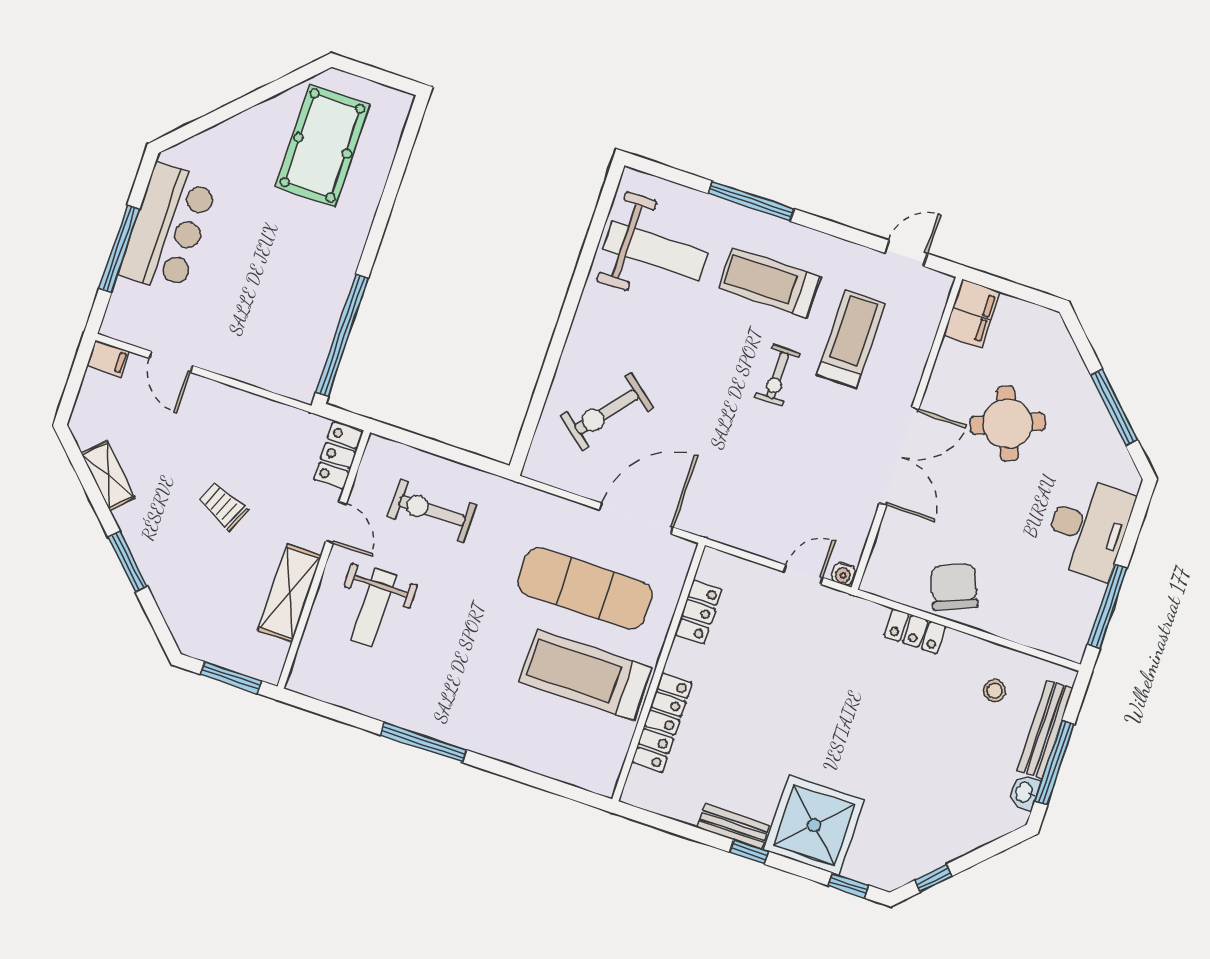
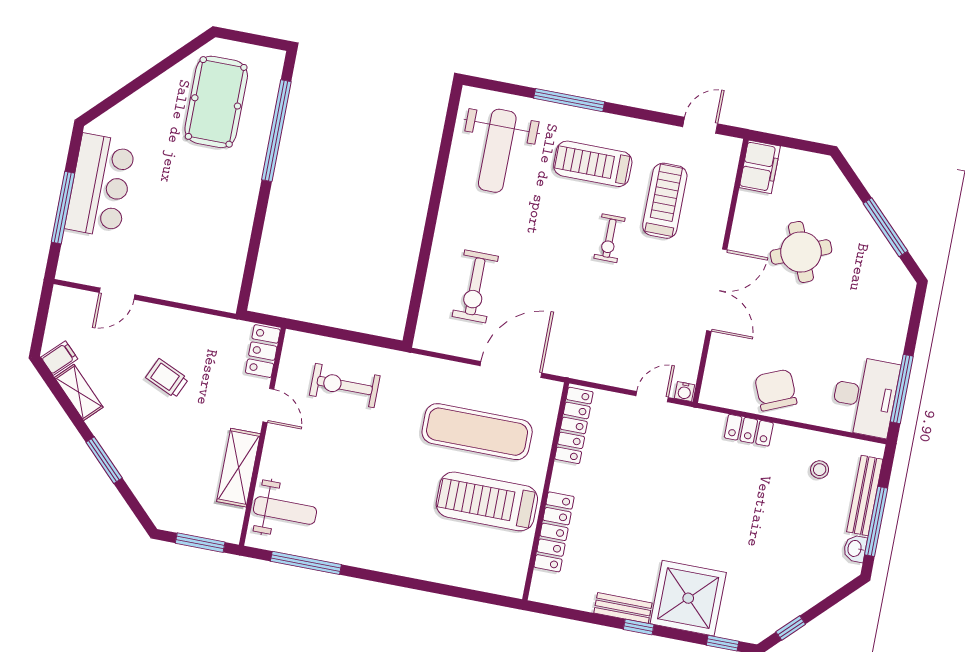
weight bench: (656, 251) -> (497, 151), turned 90
window: (342, 335) -> (276, 131), moved
filing cabinet: (108, 359) -> (59, 358), moved, turned -45
door: (171, 362) -> (117, 294), hinge flipped
exercise bike: (607, 412) -> (475, 286), turned -40
trolley: (223, 506) -> (167, 378), moved
desk: (1088, 528) -> (865, 396), moved
weight bench: (373, 608) -> (285, 510), moved, turned -90
locker: (698, 612) -> (574, 425), width x1.53
window: (424, 742) -> (306, 563), moved

